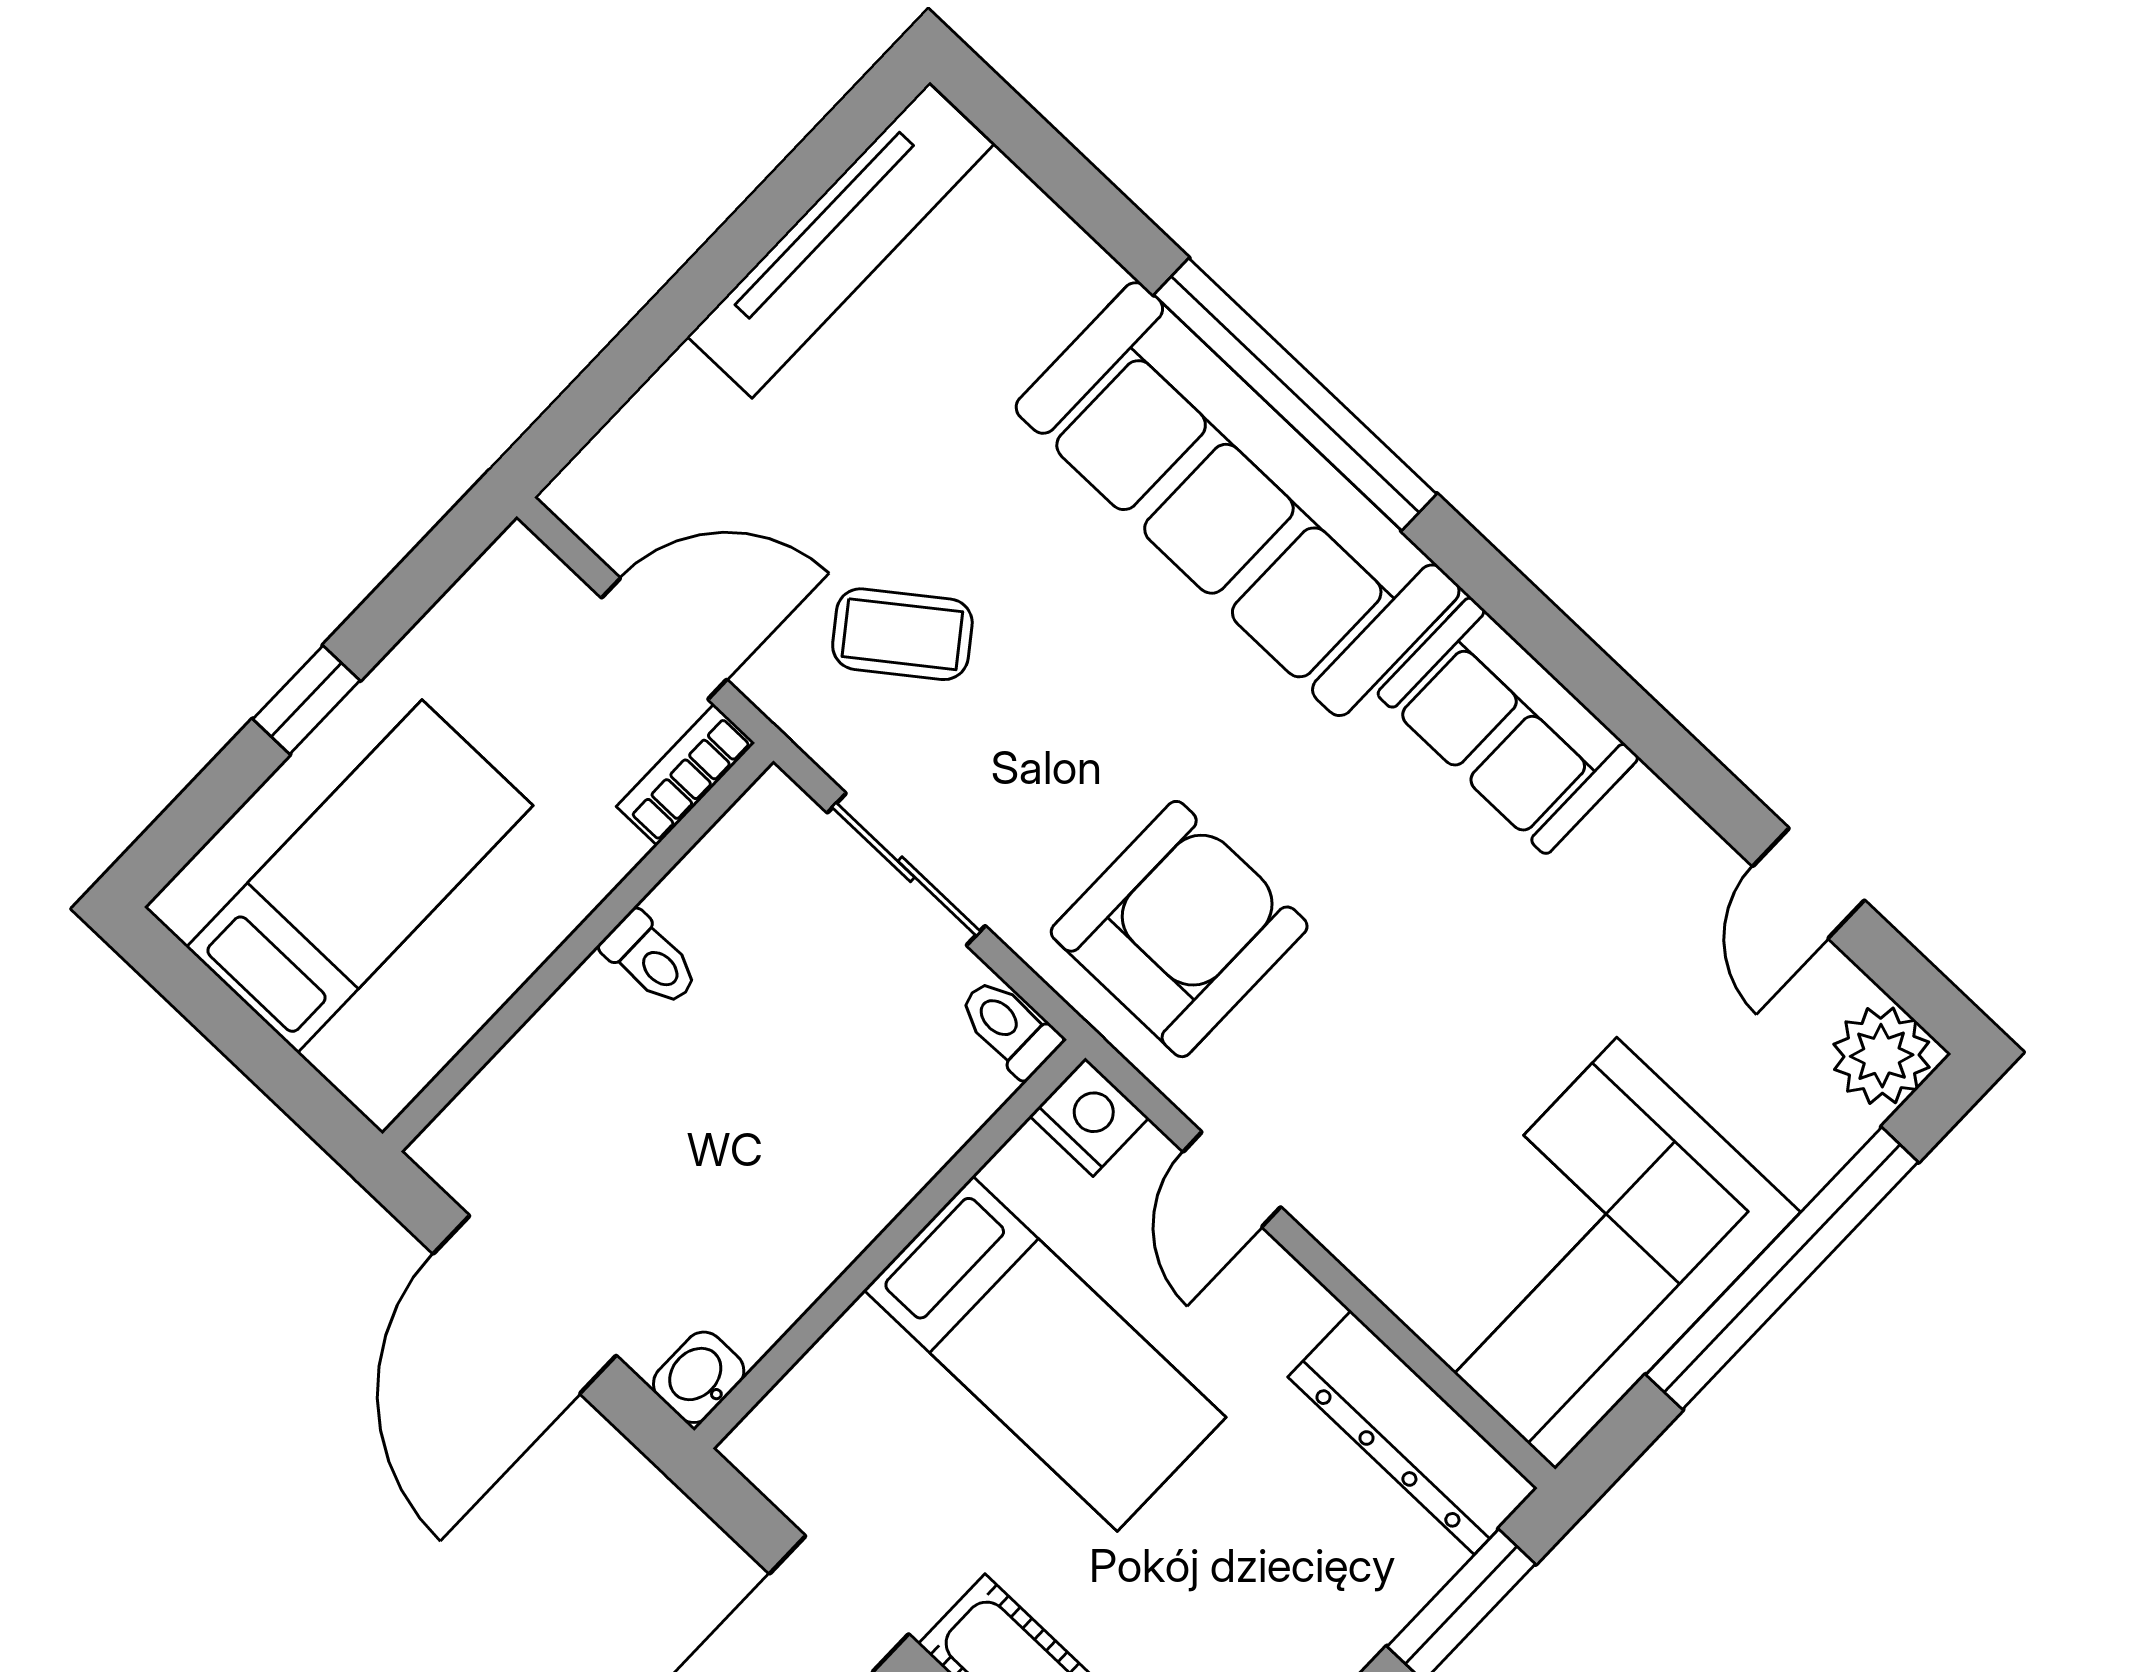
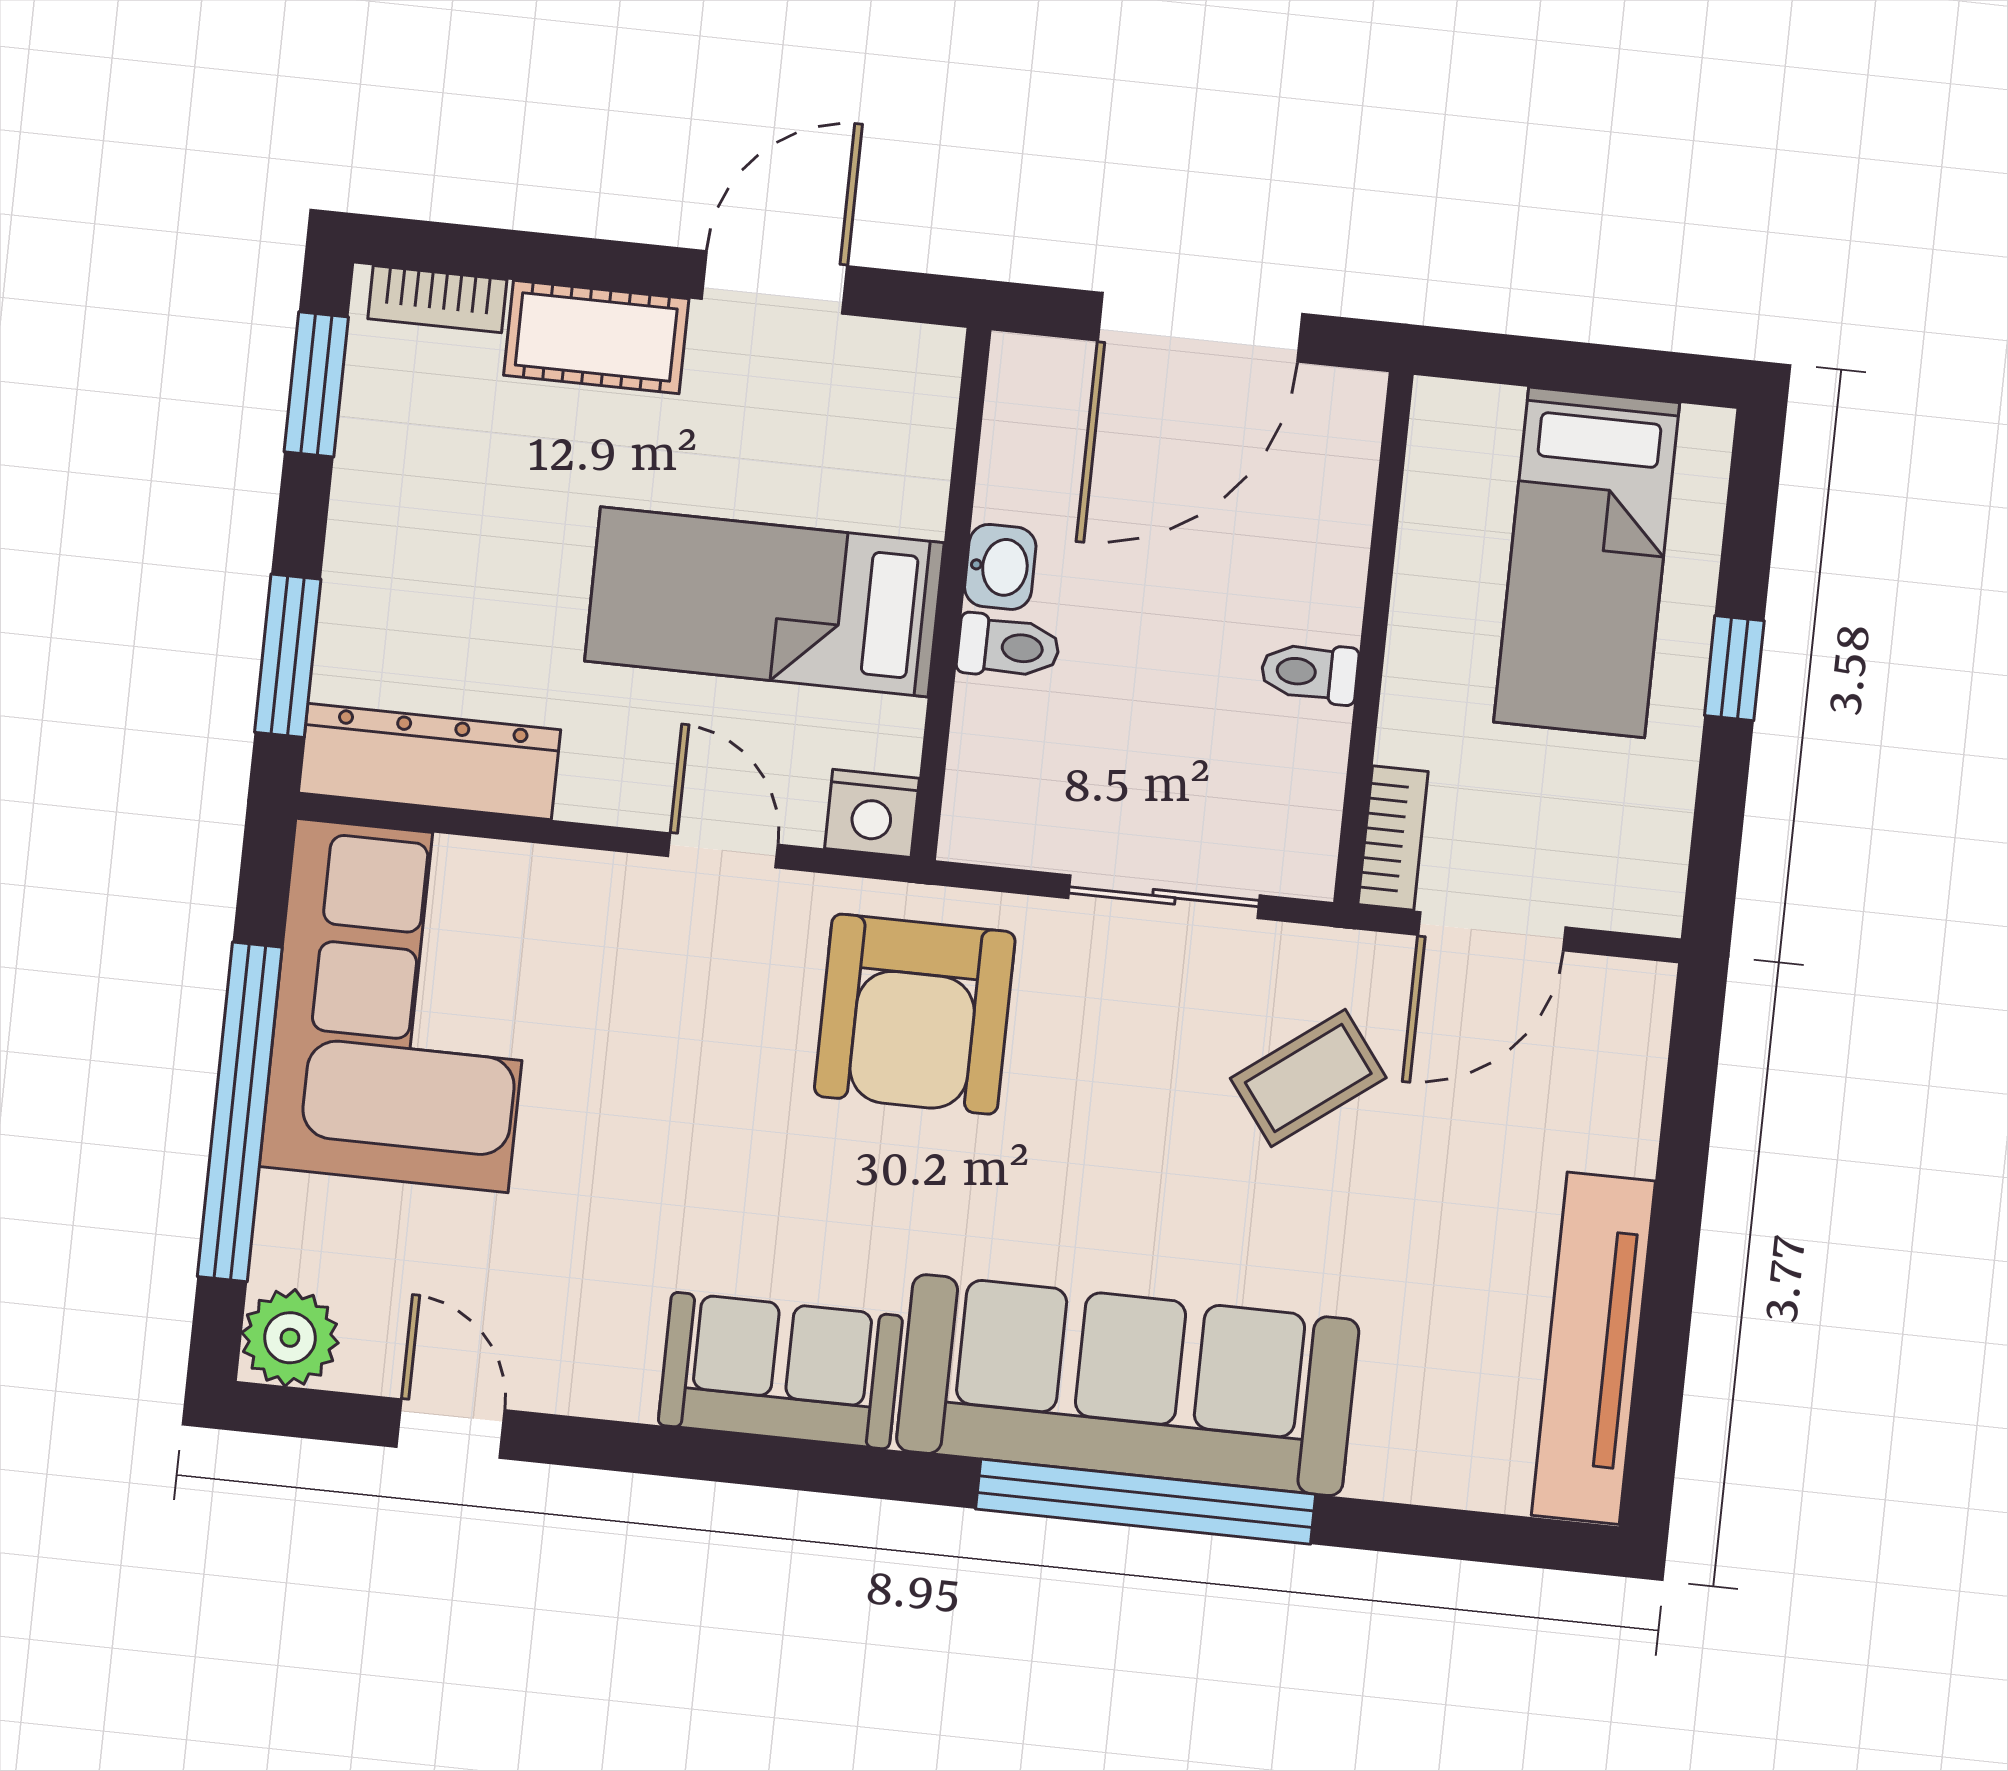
toilet: (1009, 1027) -> (1008, 647), moved
door: (525, 1305) -> (1200, 327), swing flipped
washbasin: (699, 1377) -> (1000, 567), moved

